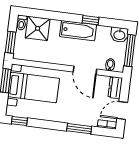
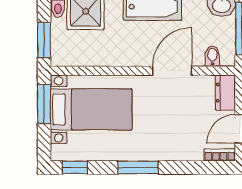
door: (85, 70) -> (172, 71), swing flipped
window: (79, 129) -> (138, 167), moved

